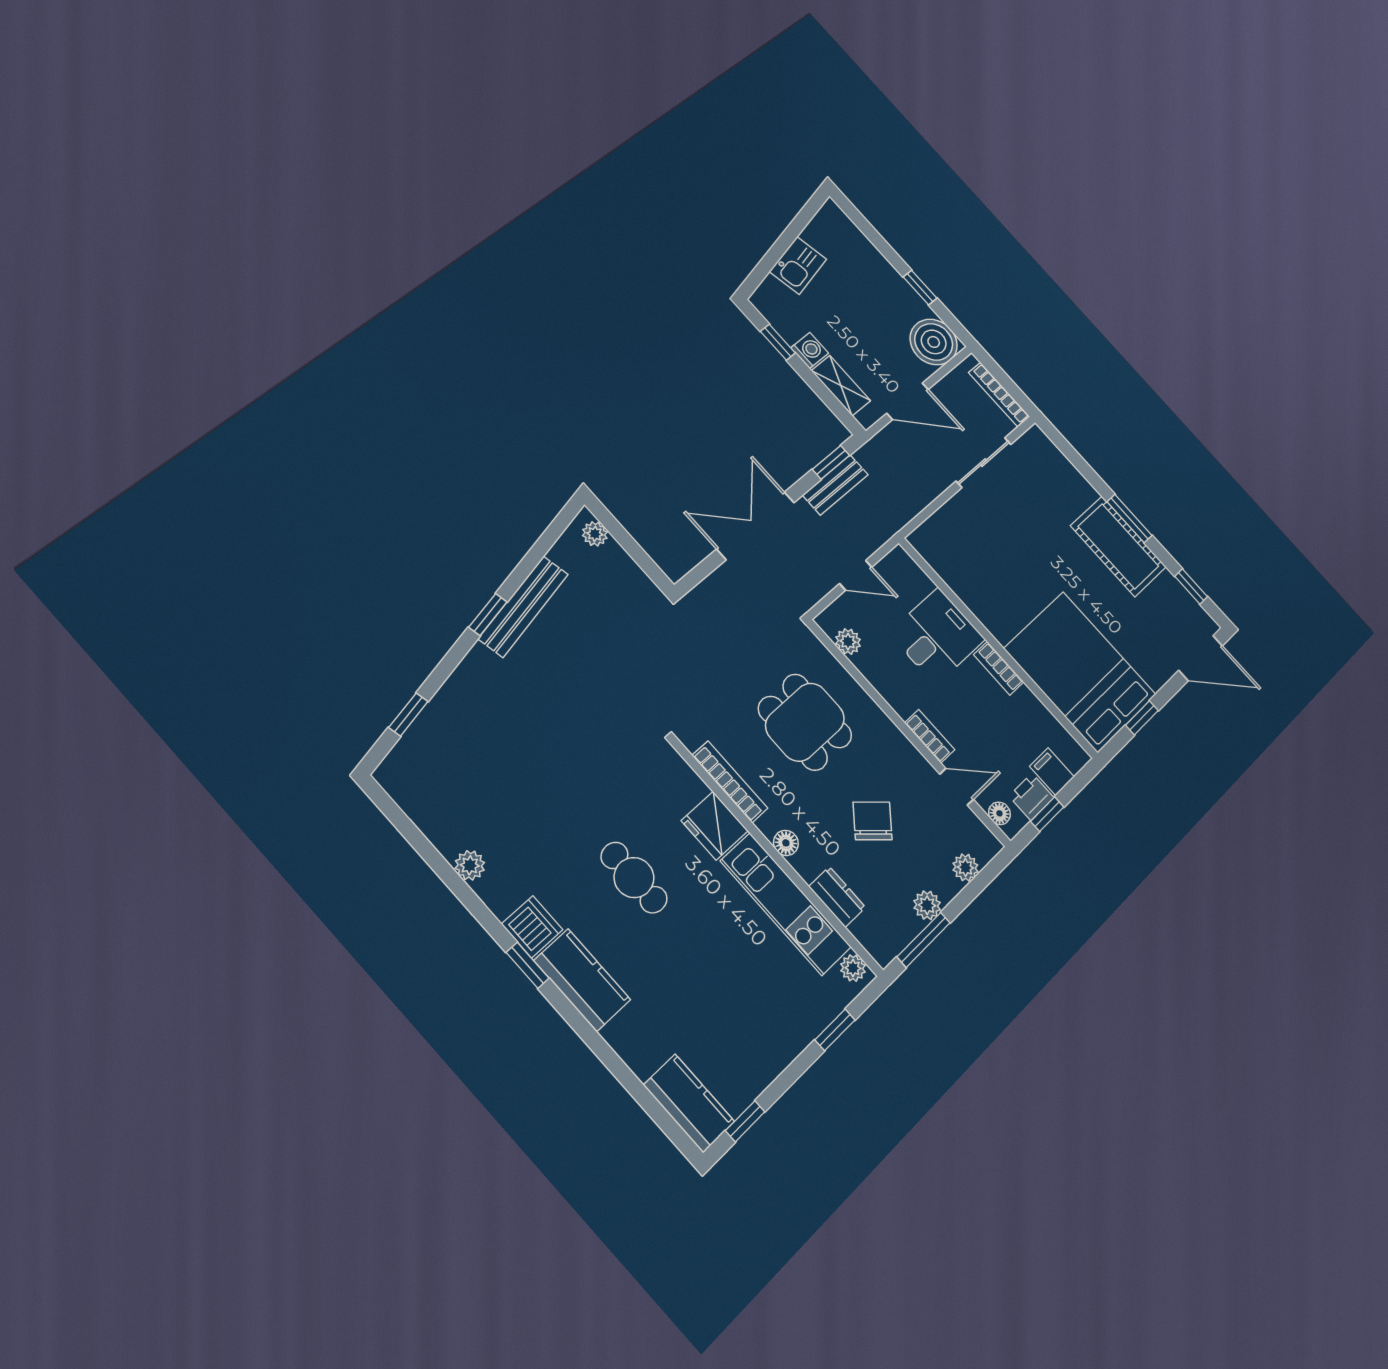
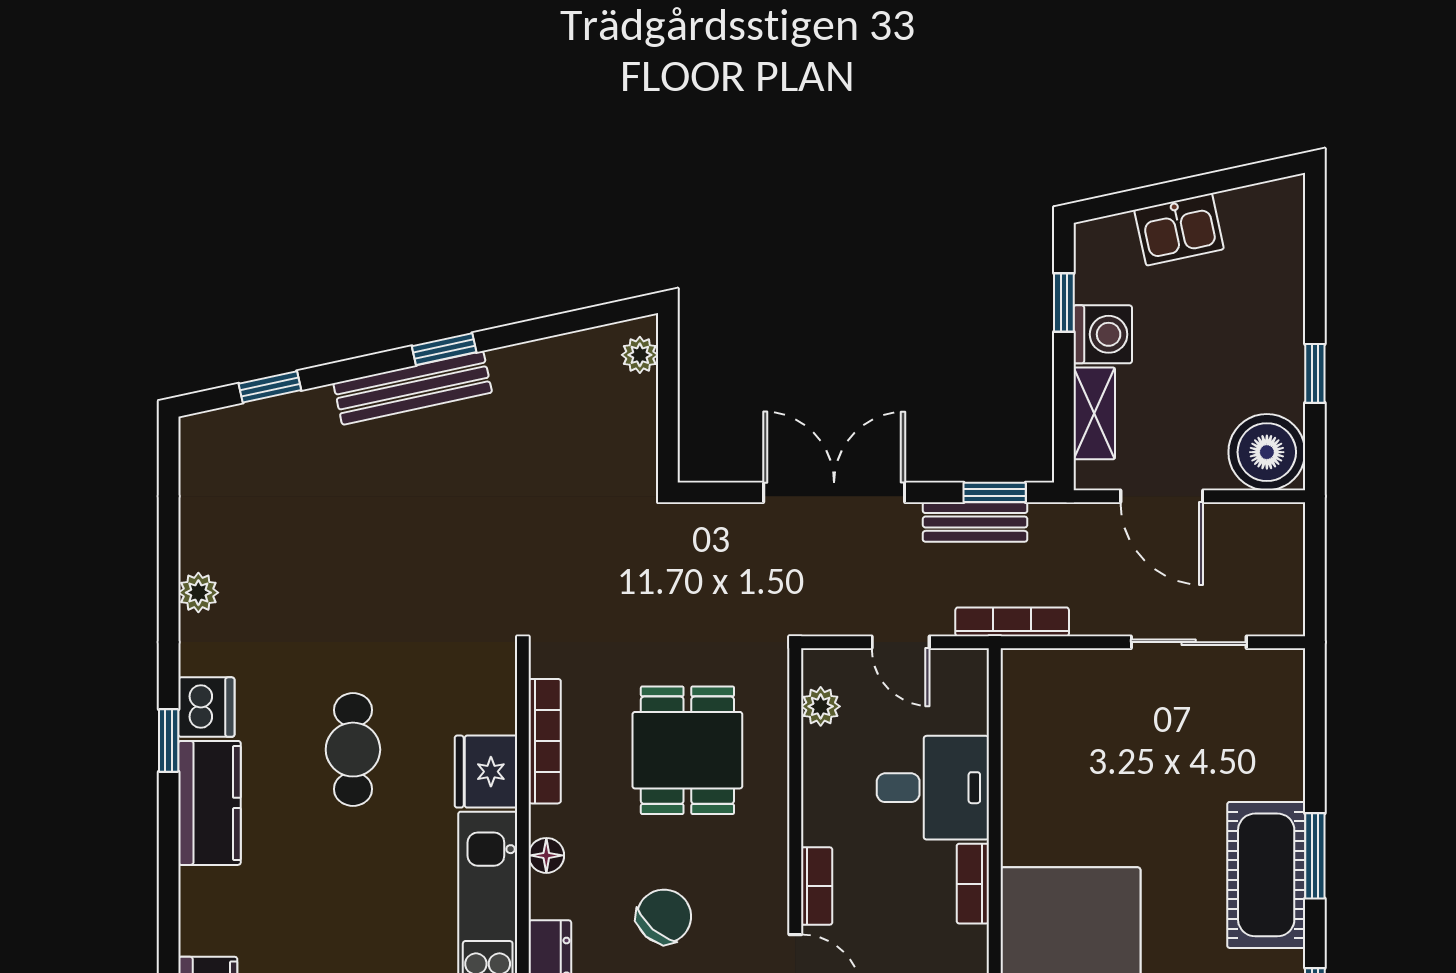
washing machine: (810, 350) -> (1103, 334), width x1.38, depth x1.38
bookcase: (999, 395) -> (1012, 622), moved, turned 90
bench: (523, 606) -> (413, 388), moved

